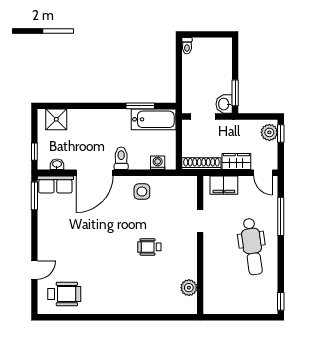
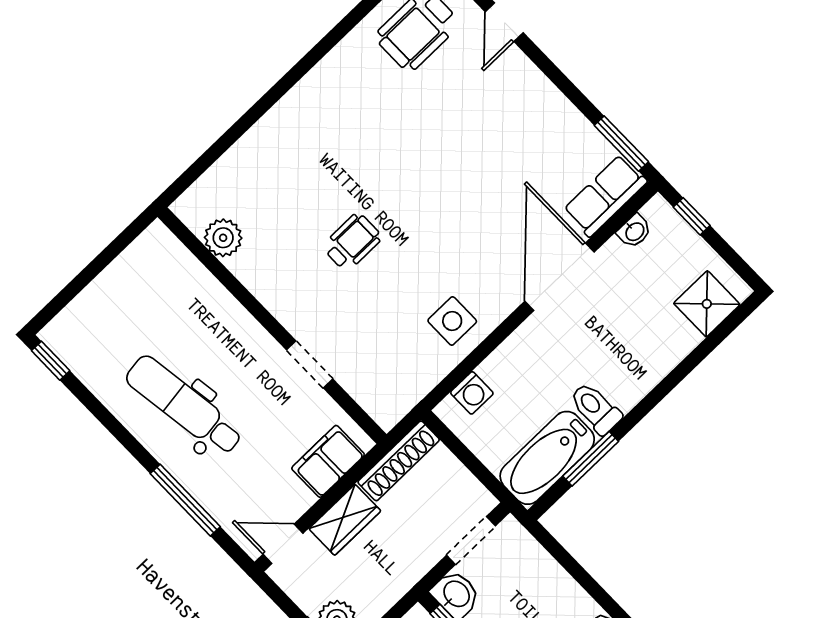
toilet: (121, 158) -> (595, 408), moved, turned 180

